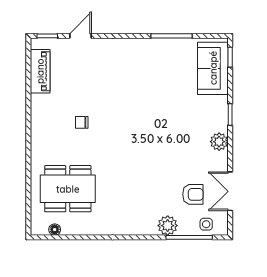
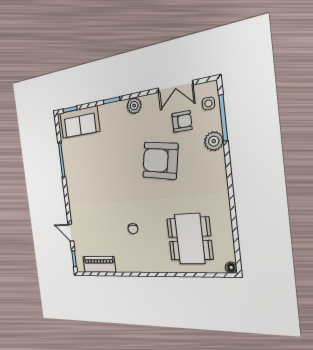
armchair: (155, 165) -> (160, 161), added
armchair: (193, 194) -> (182, 121), turned 90
floor lamp: (55, 230) -> (231, 267), moved

